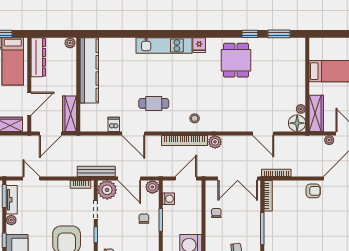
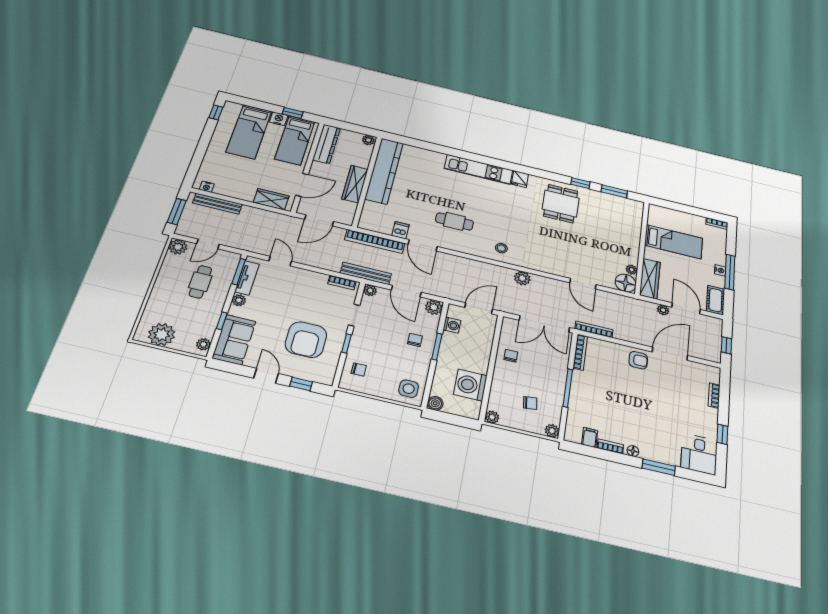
wardrobe: (69, 114) -> (355, 184), moved
bookcase: (185, 141) -> (375, 241), moved
plant: (107, 190) -> (370, 290), width x0.53, depth x0.53

